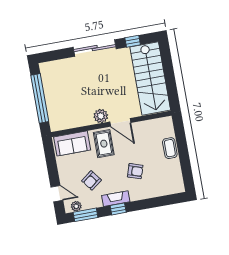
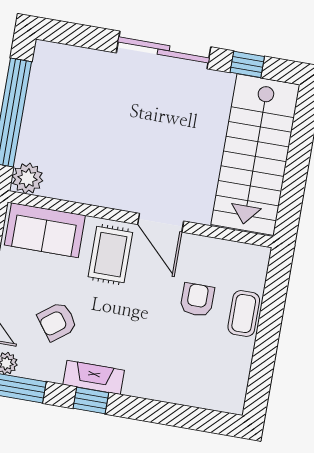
plant: (101, 116) -> (27, 178), moved
armchair: (135, 171) -> (197, 300), moved, turned -108

